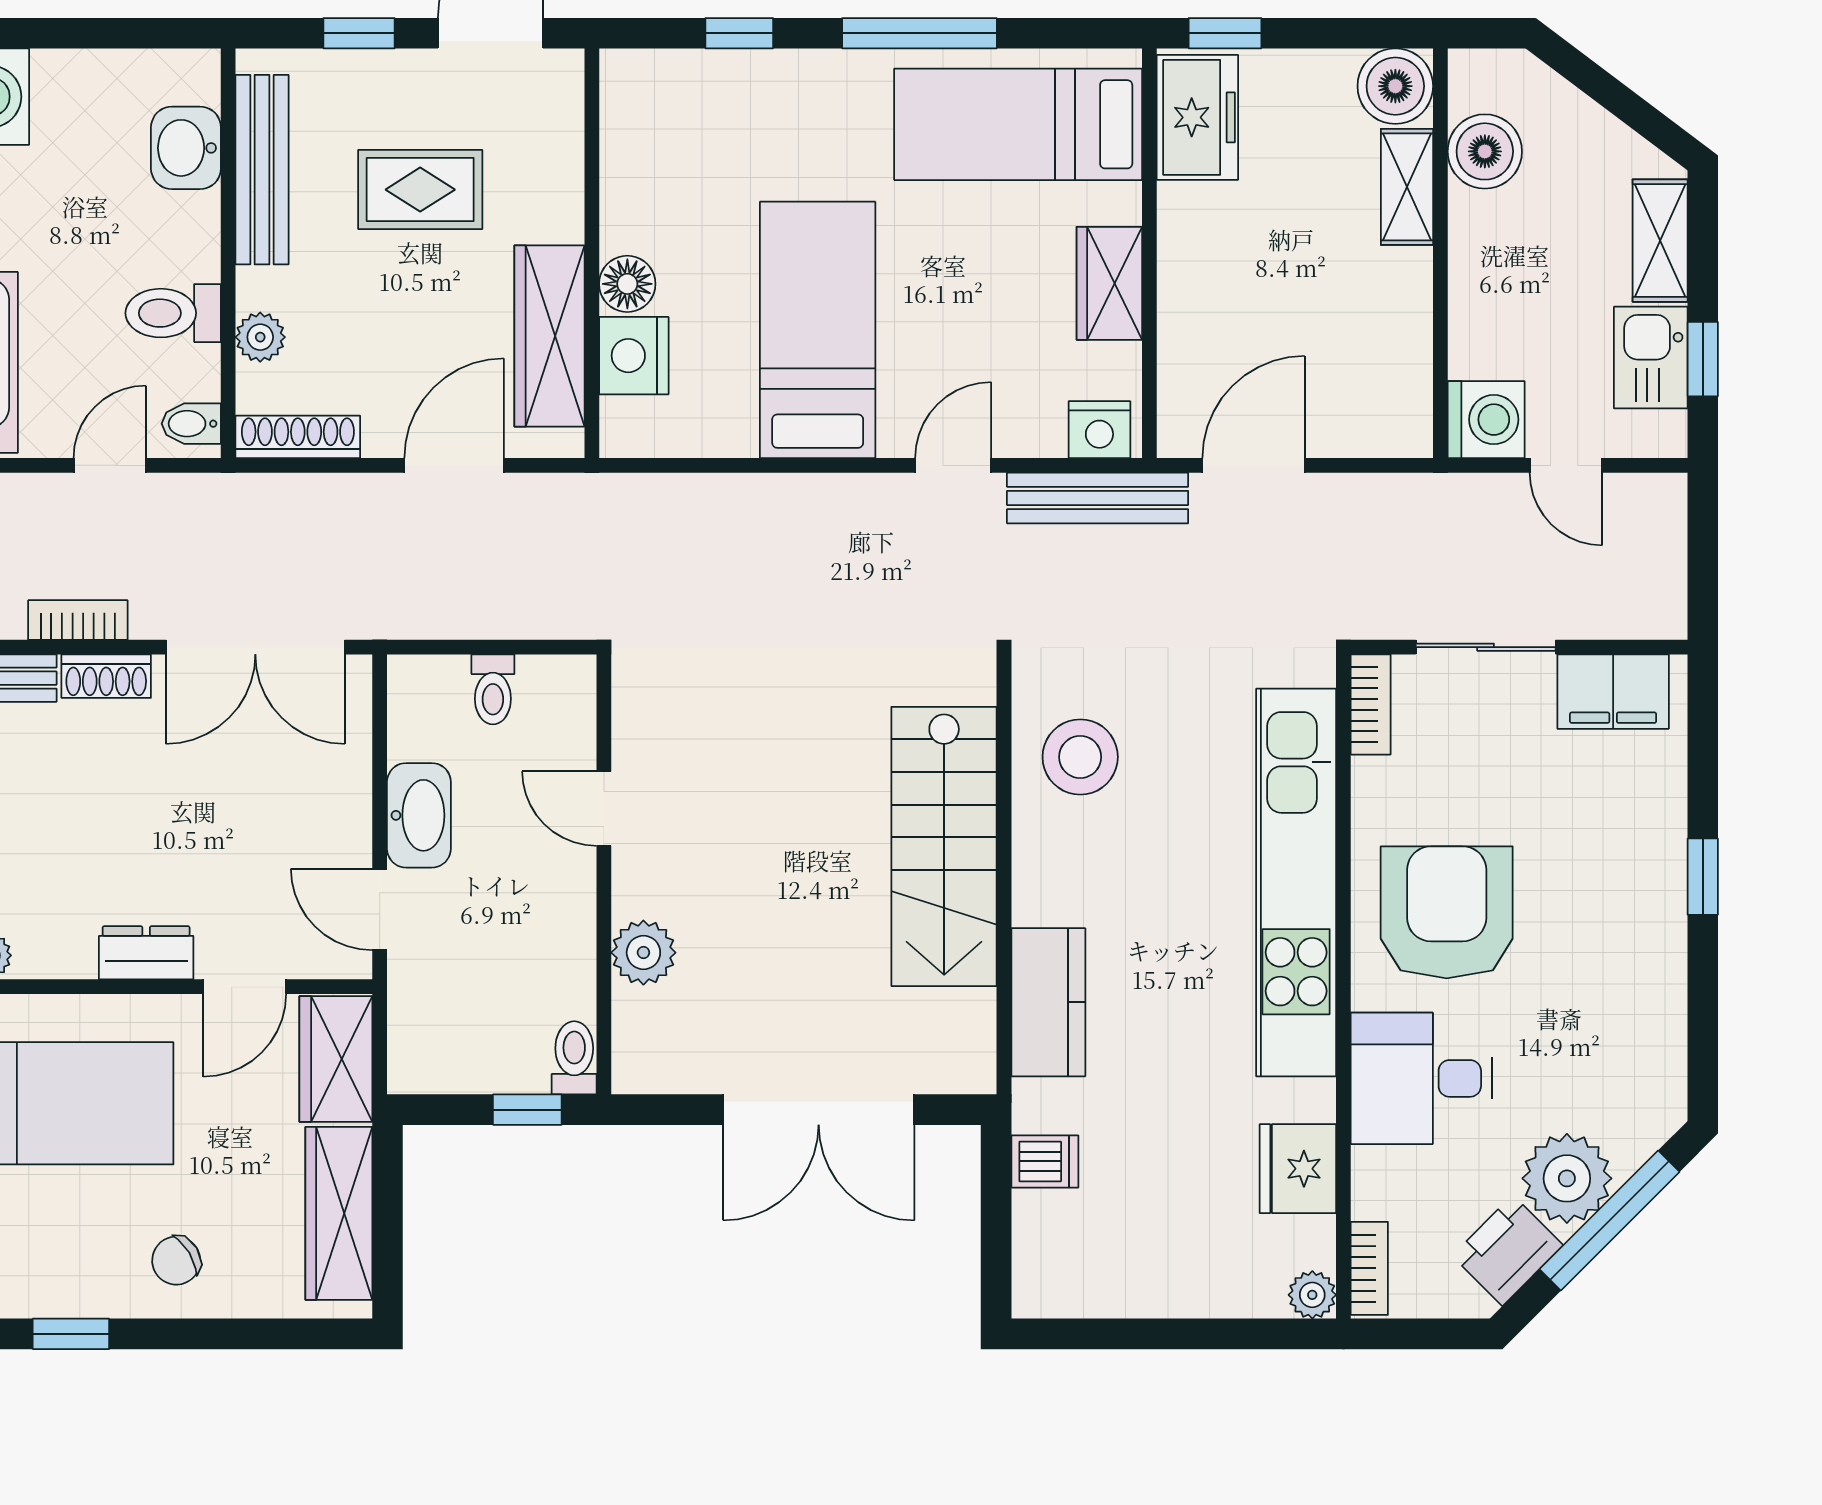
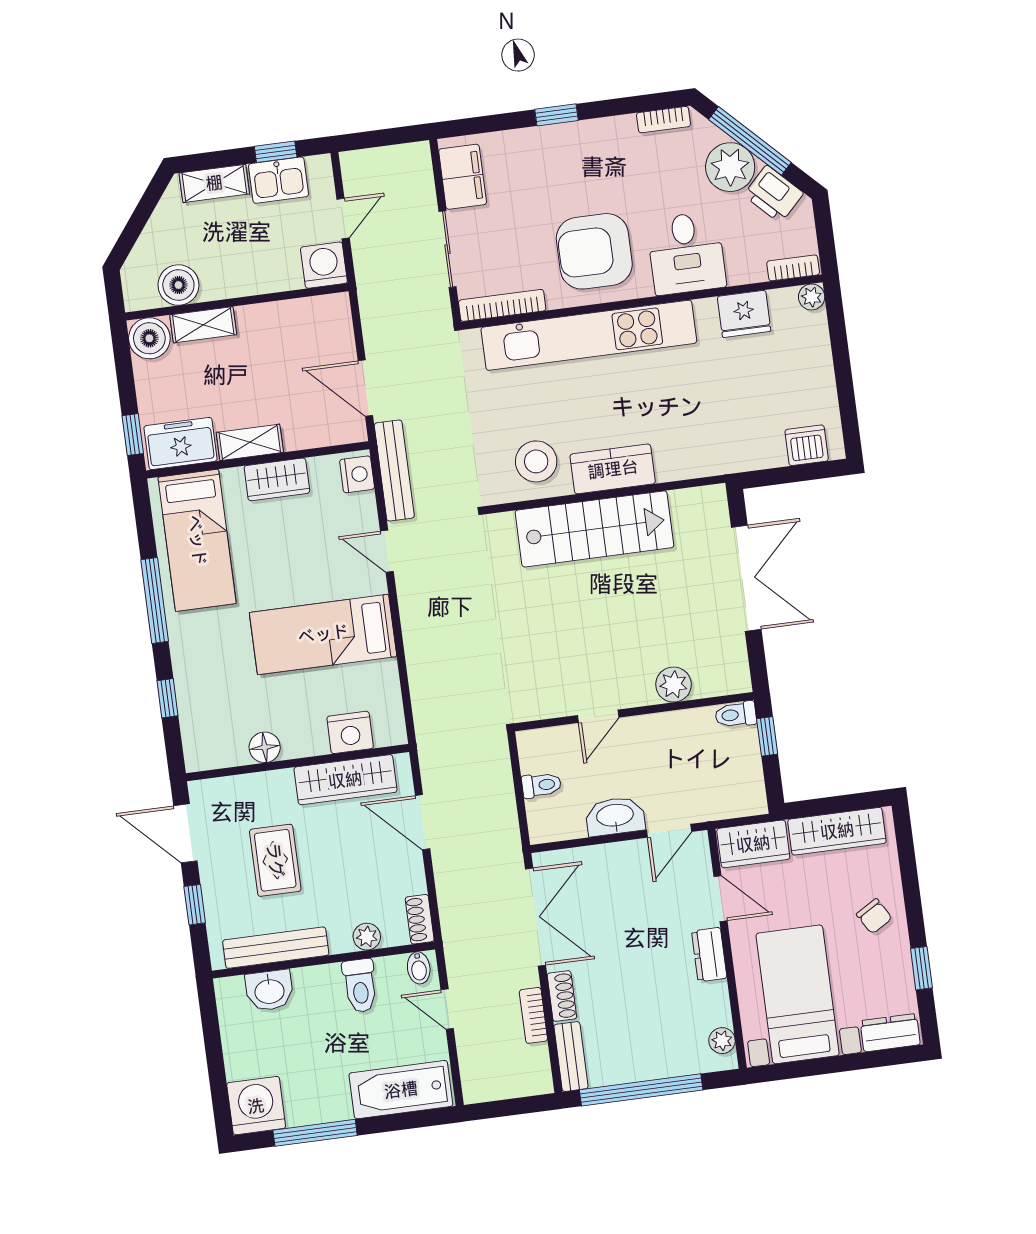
shelving: (1183, 243) -> (250, 442), added
floor lamp: (627, 284) -> (265, 747), moved
shoe rack: (298, 437) -> (420, 919), width x0.70
bookcase: (1371, 704) -> (502, 305), width x1.56
kitchen counter: (1048, 1002) -> (613, 469), moved
bookcase: (1669, 1069) -> (664, 120), added
dishwasher: (1045, 1161) -> (807, 445), moved, width x1.38

